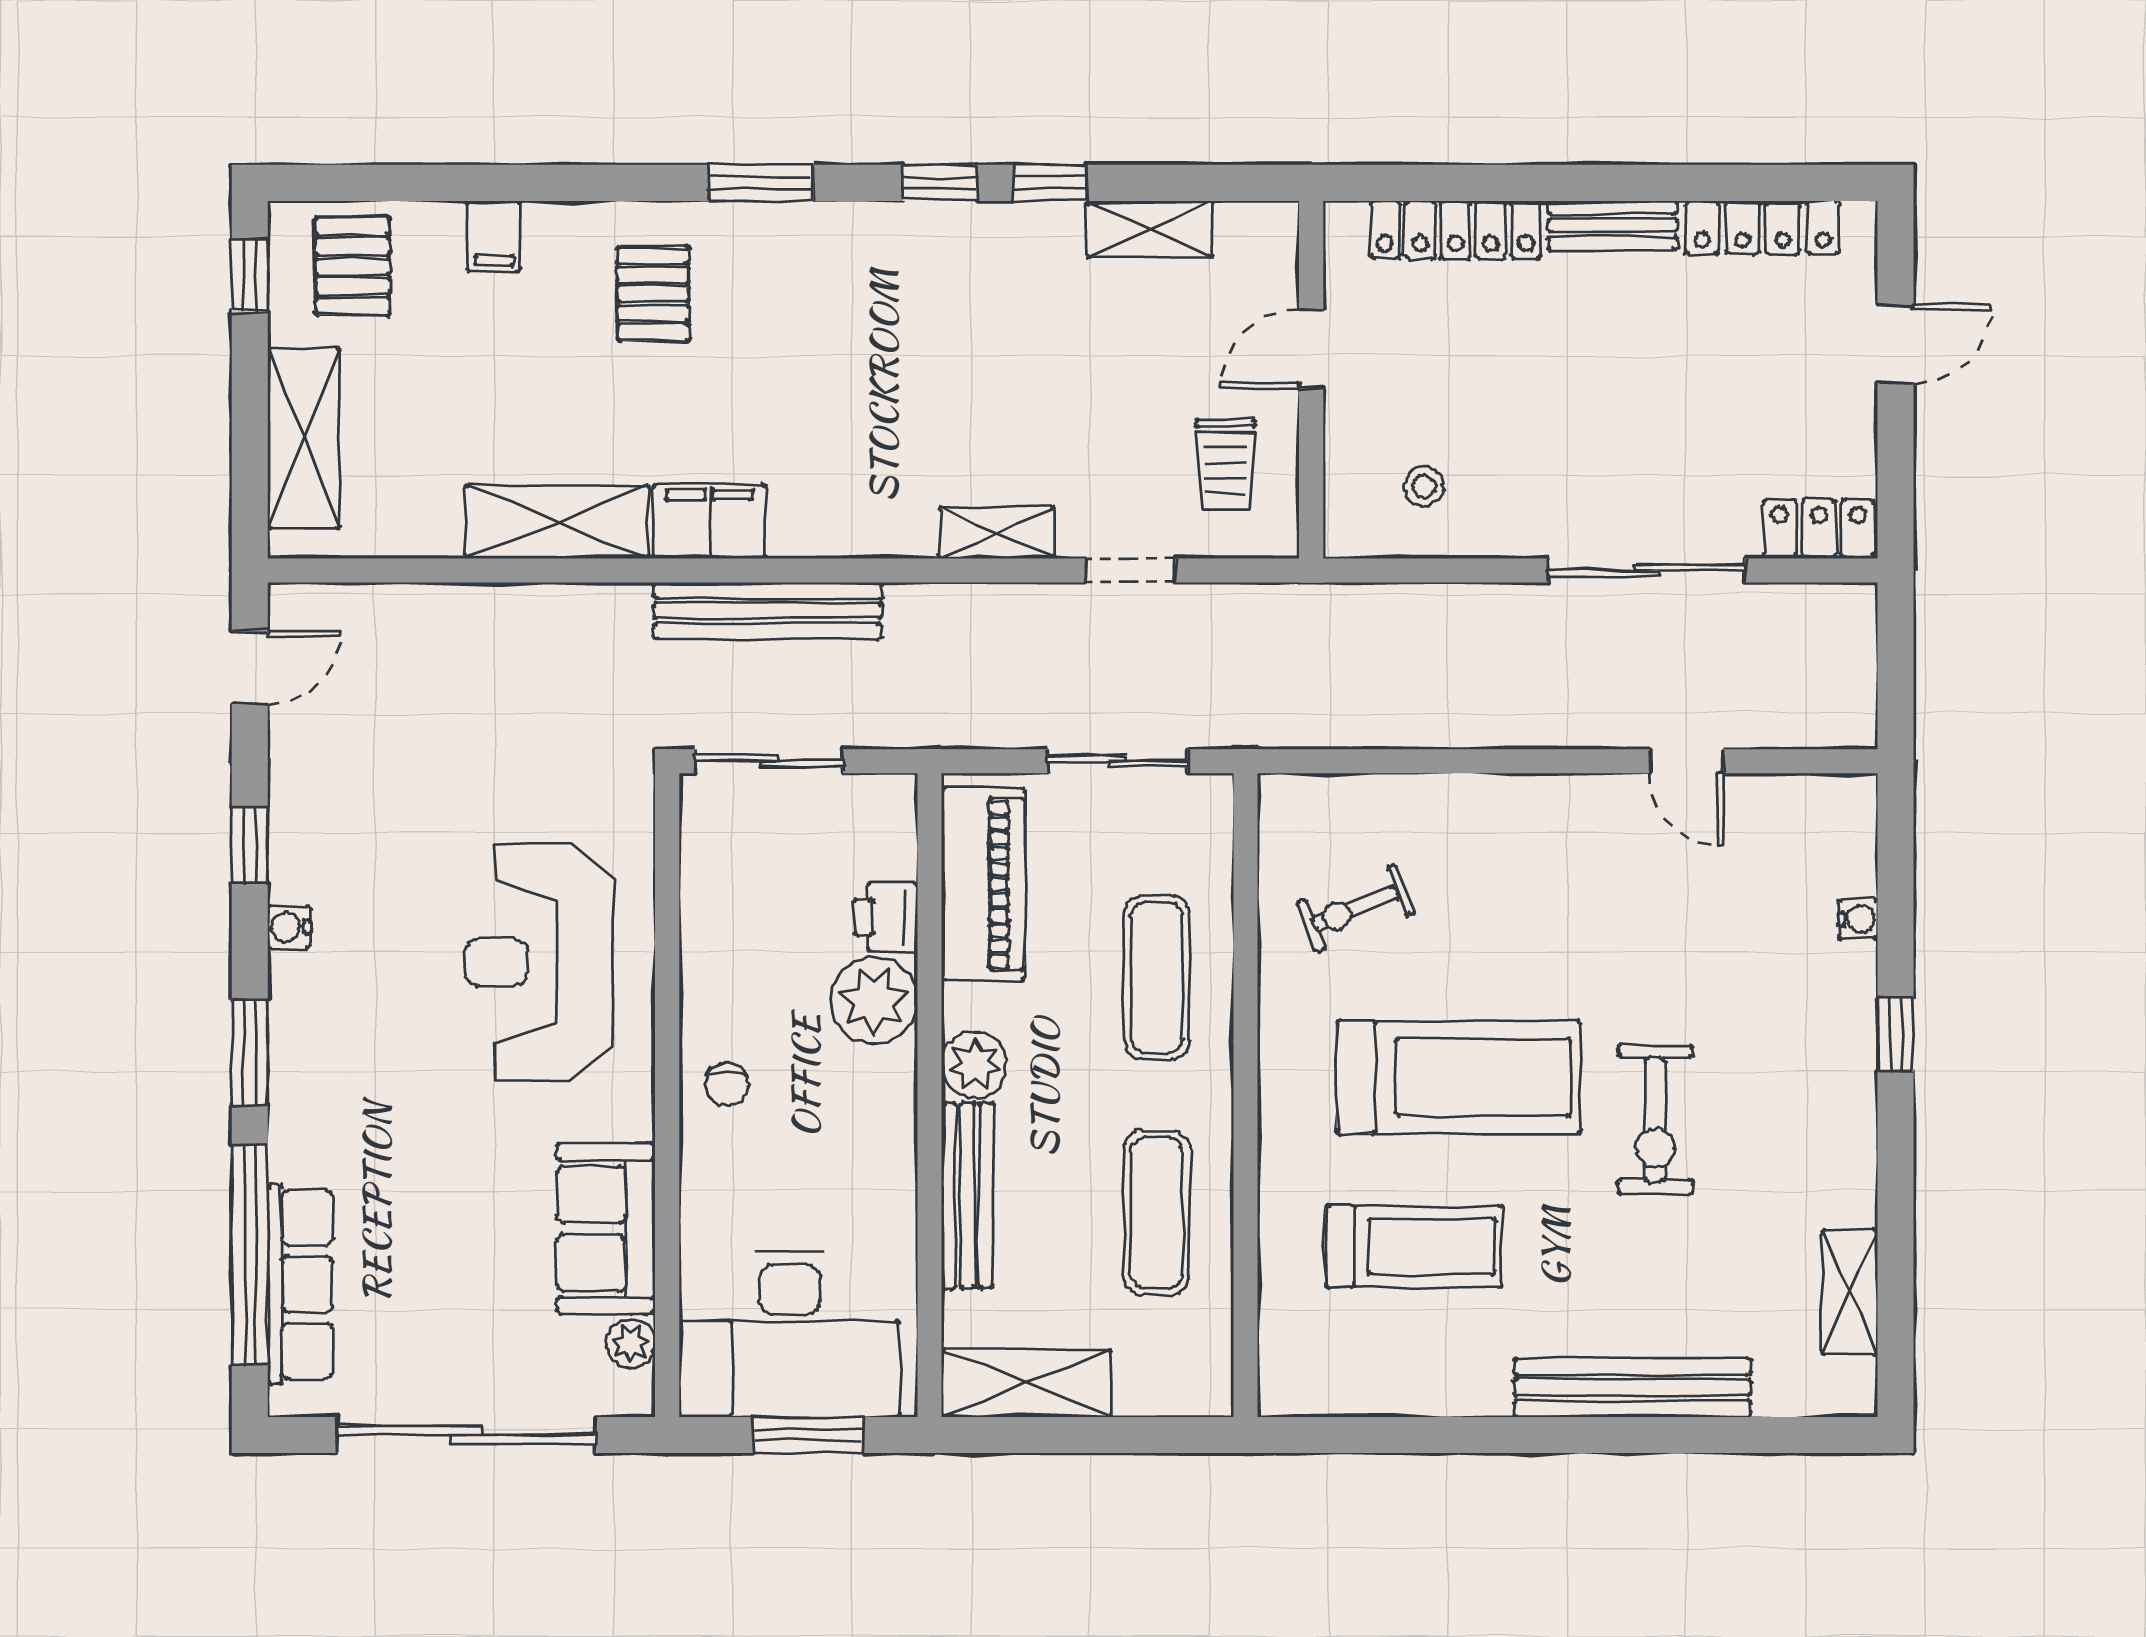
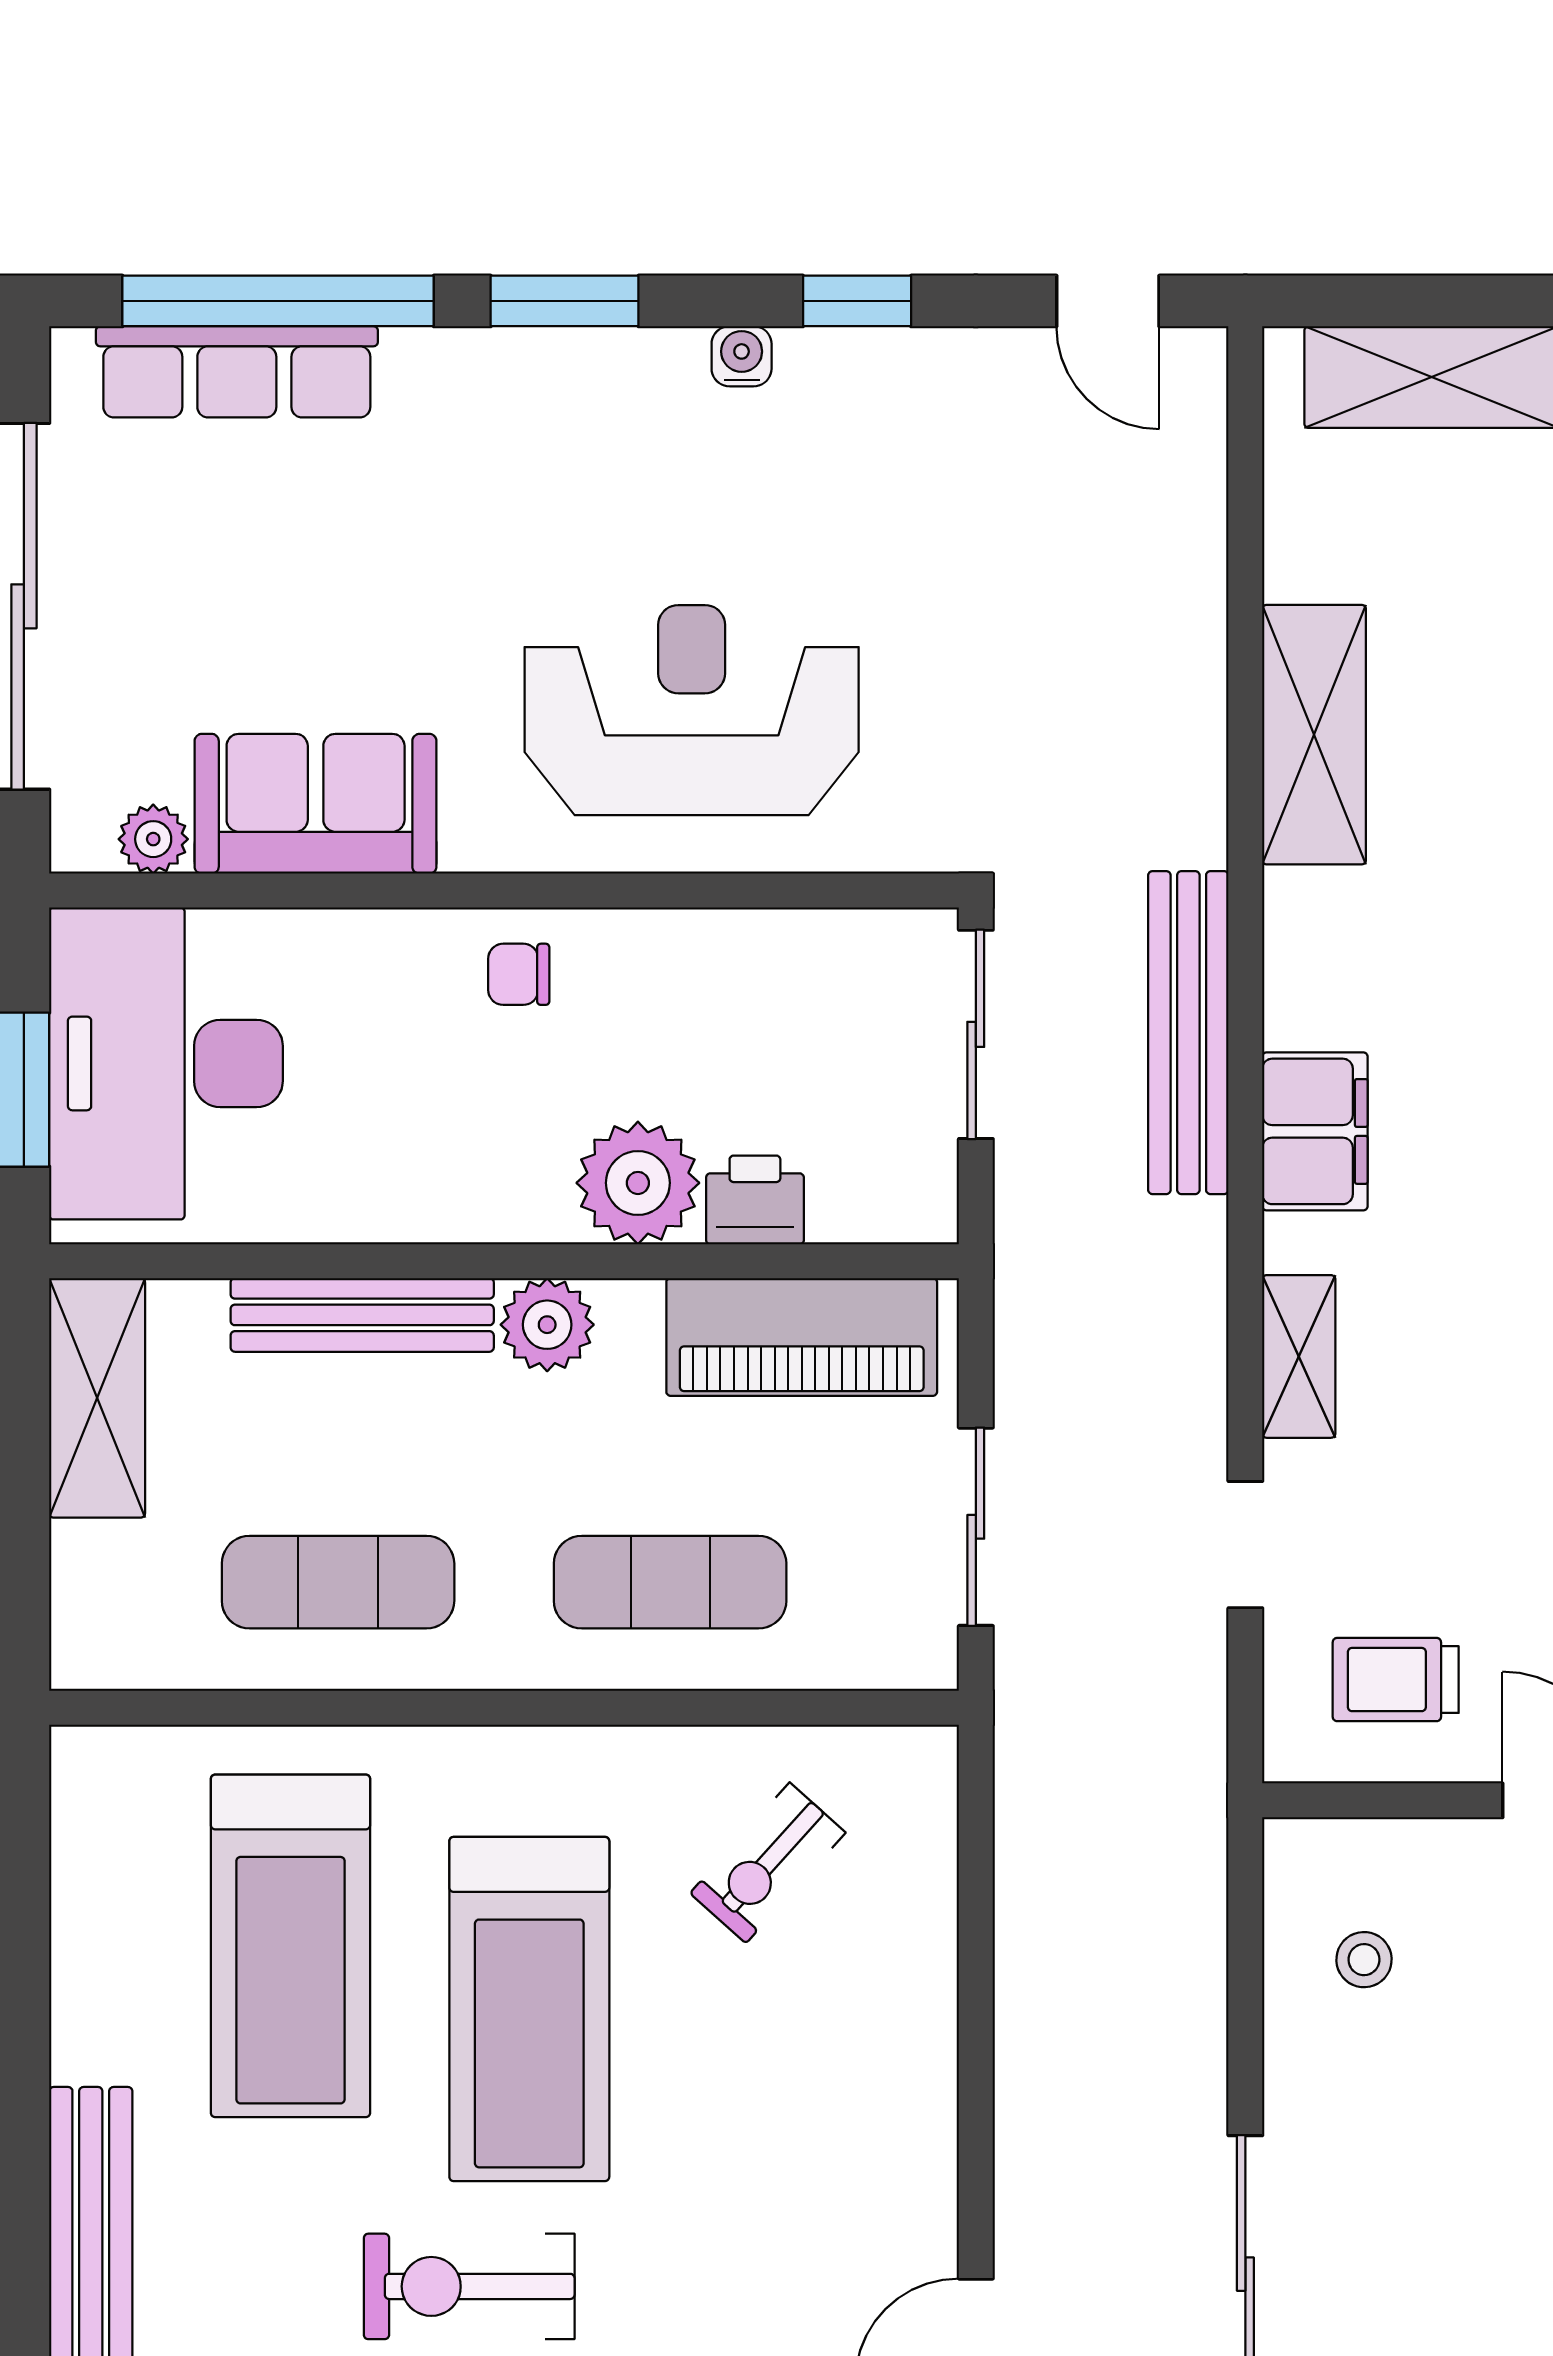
filing cabinet: (709, 521) -> (1315, 1131), moved
exercise bike: (1355, 908) -> (768, 1863), turned -116
treadmill: (1414, 1246) -> (290, 1946), width x1.37, depth x1.38

